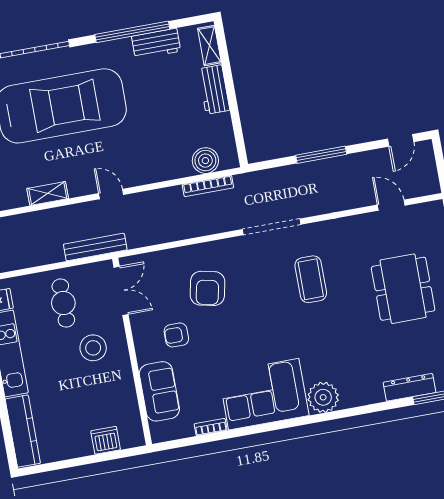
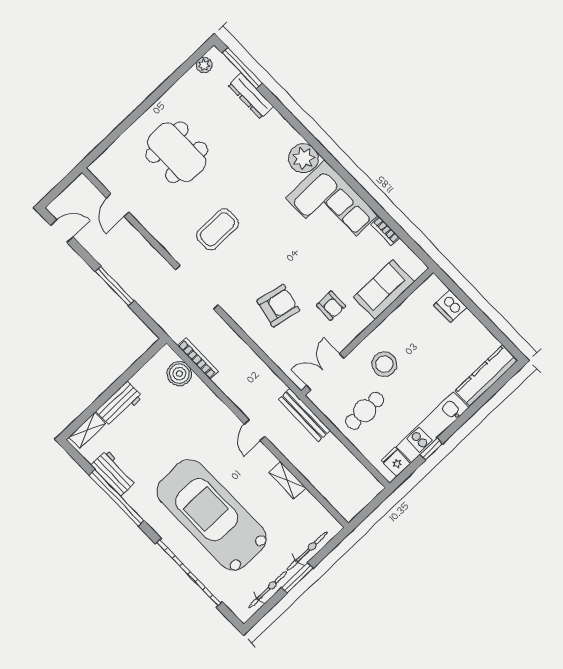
dining table: (403, 289) -> (177, 152), turned 90

